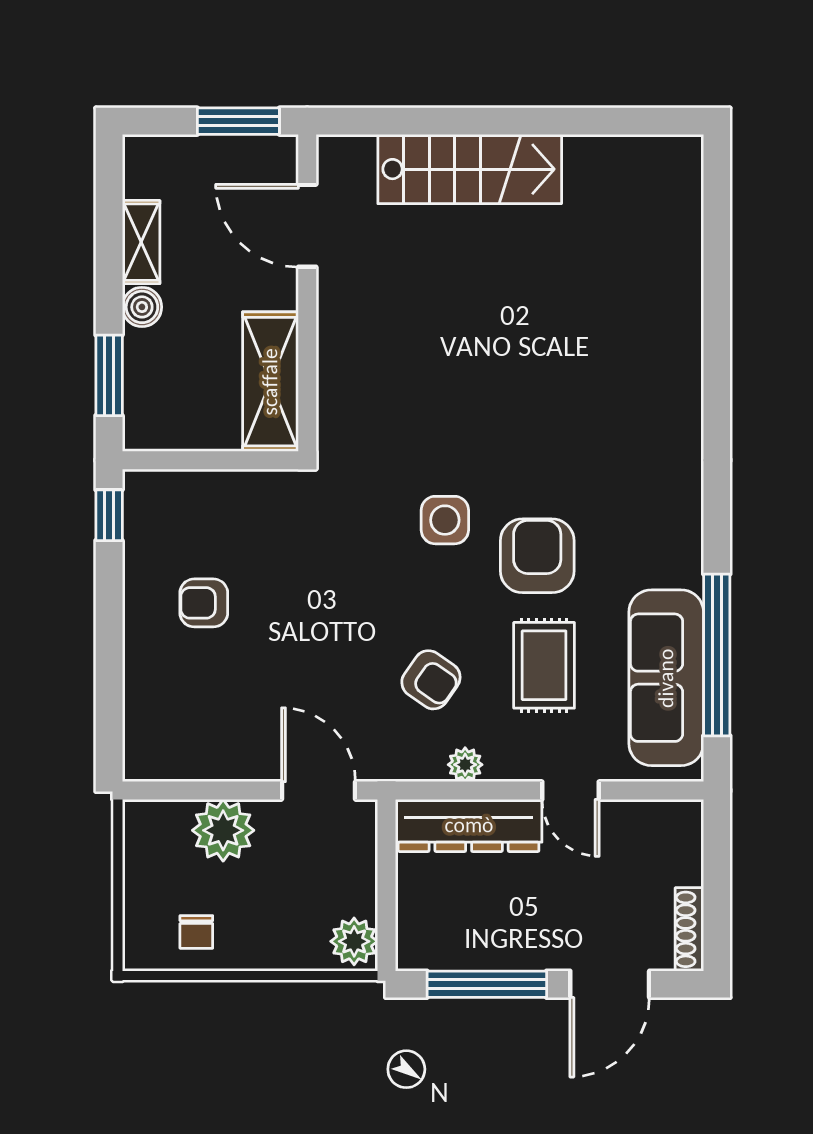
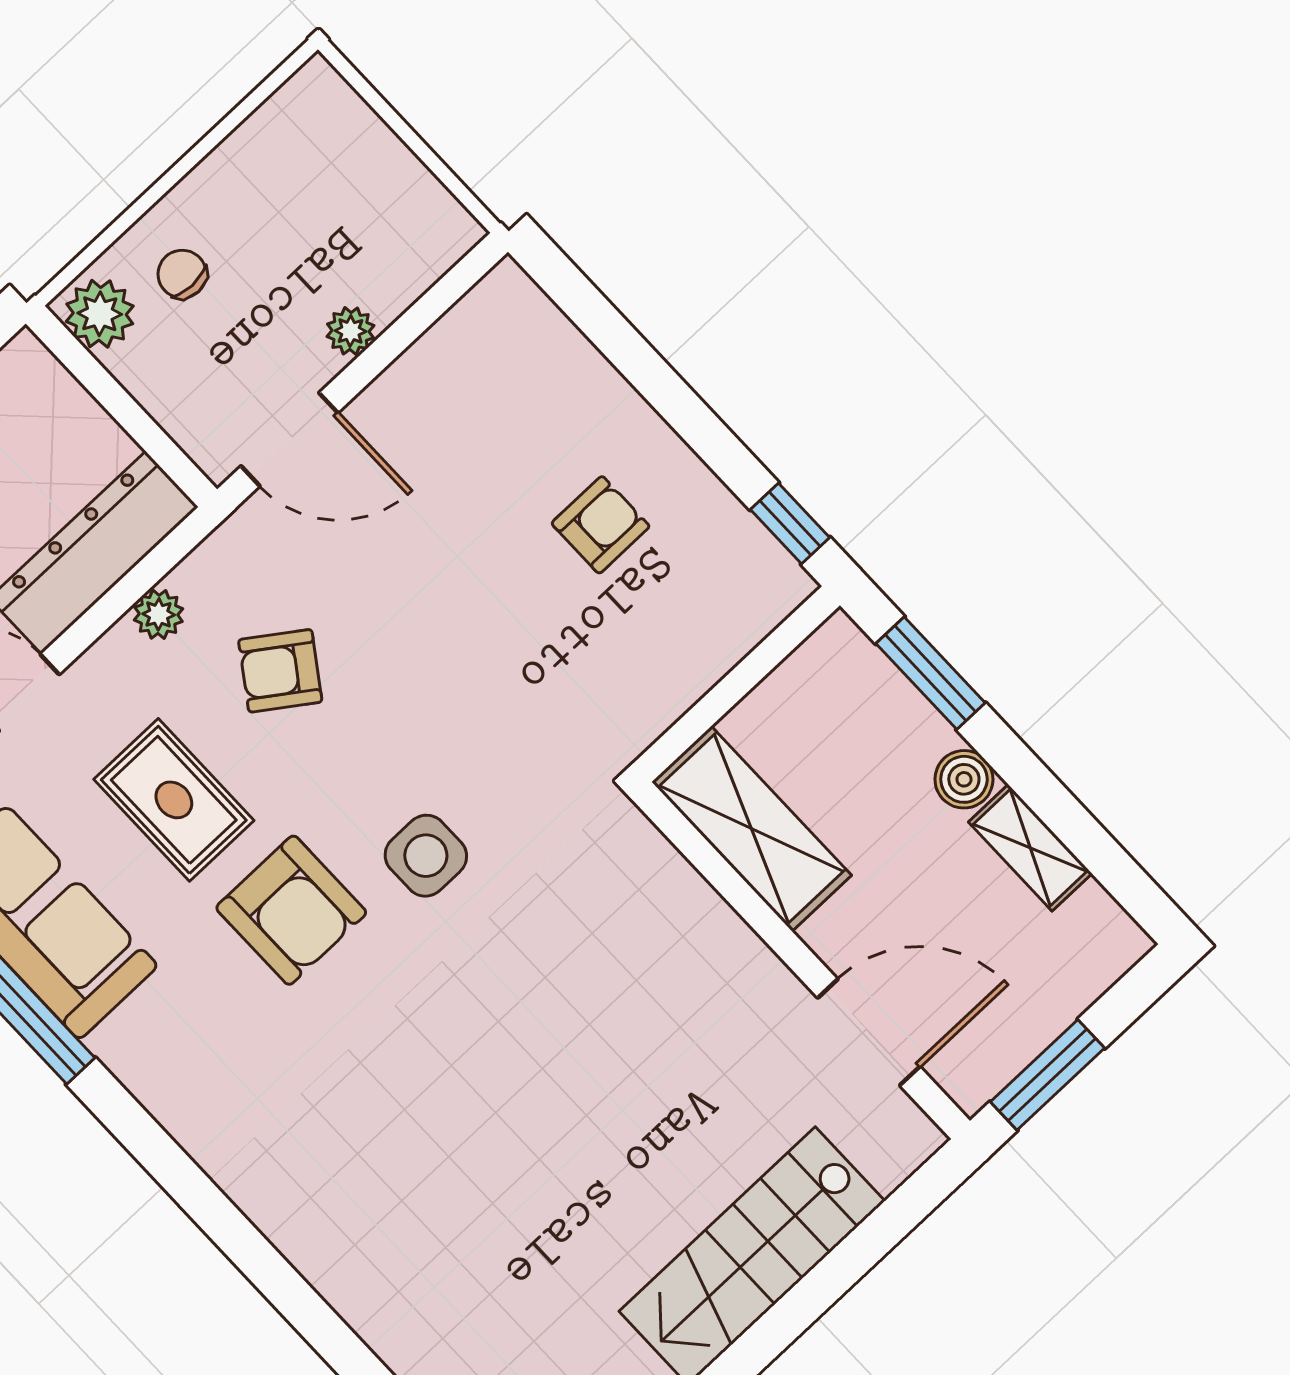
plant: (223, 830) -> (350, 331), width x0.53, depth x0.53
chair: (196, 932) -> (182, 274), moved

